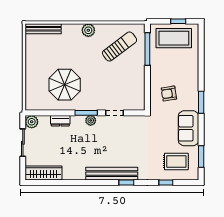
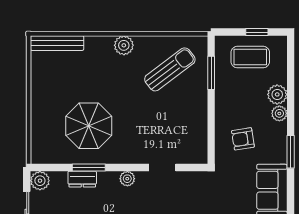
coffee table: (174, 38) -> (250, 57), width x0.73, depth x0.76
window: (147, 49) -> (211, 73), width x0.69
plant: (192, 63) -> (277, 94), added
plant: (193, 76) -> (279, 113), added
window: (86, 113) -> (89, 168), moved

